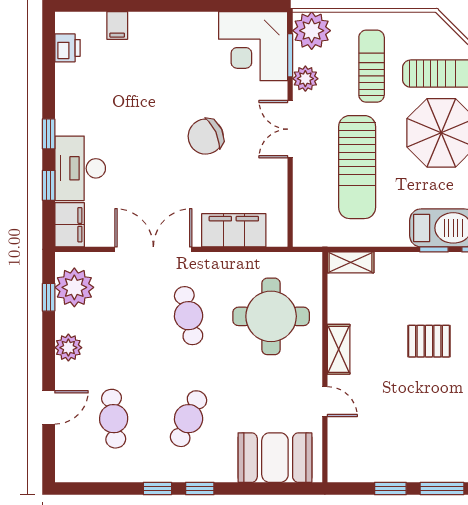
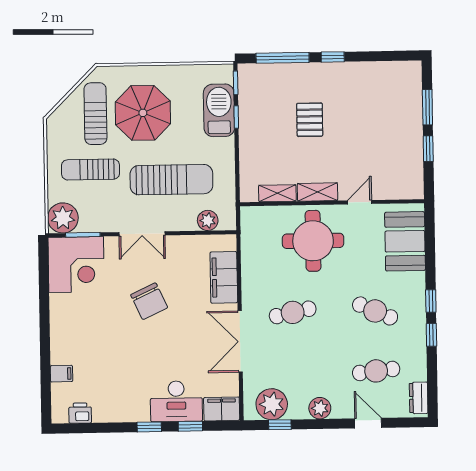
plant: (305, 79) -> (208, 220), moved
shelving: (351, 262) -> (277, 193), moved, turned 90
round table: (271, 316) -> (313, 241), moved
dresser: (79, 471) -> (419, 398), added

